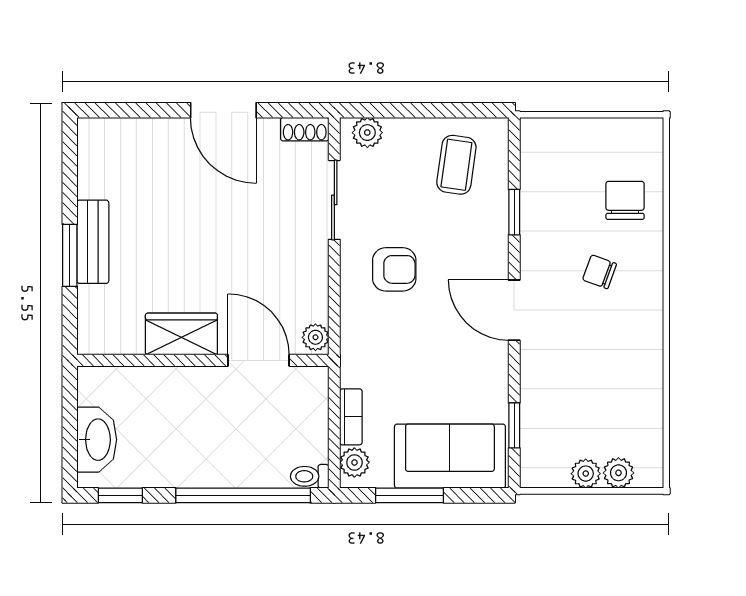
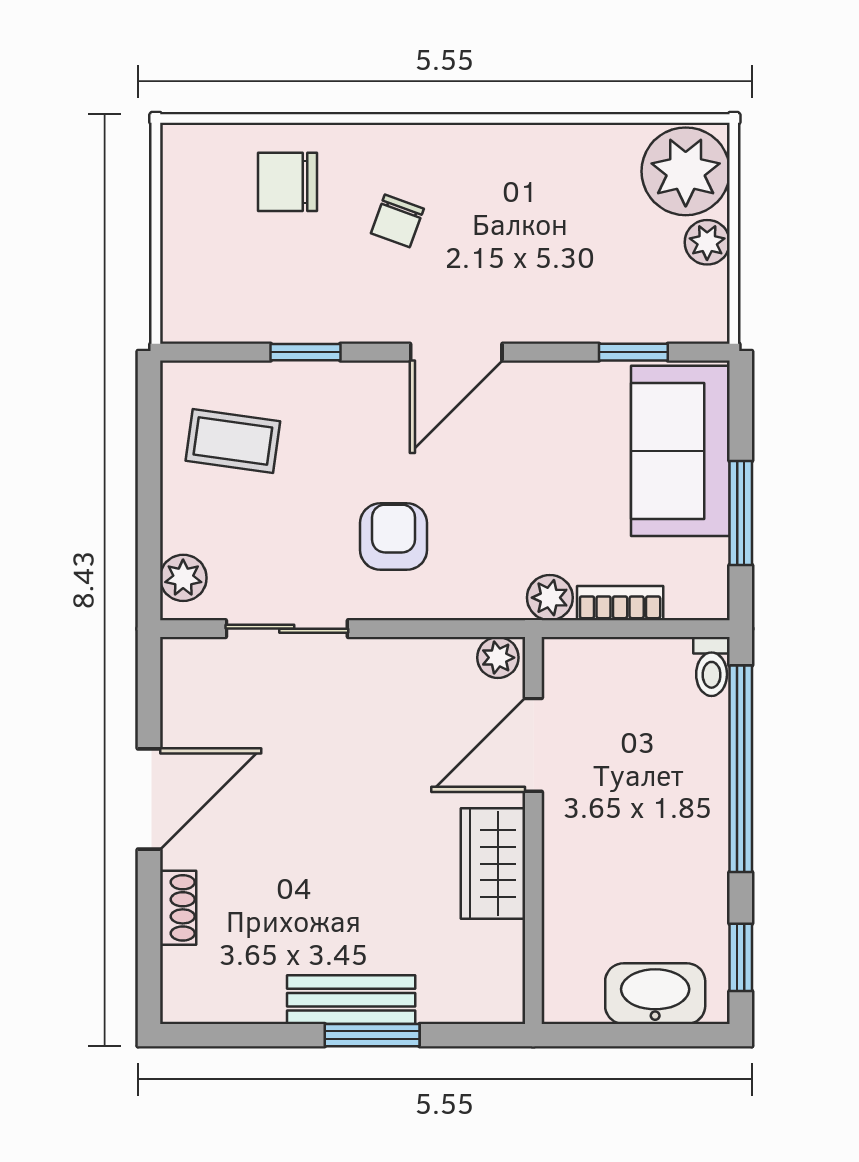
shoe rack: (305, 129) -> (178, 908), moved
plant: (354, 462) -> (550, 598), moved
plant: (618, 473) -> (686, 171), width x1.87, depth x1.87

